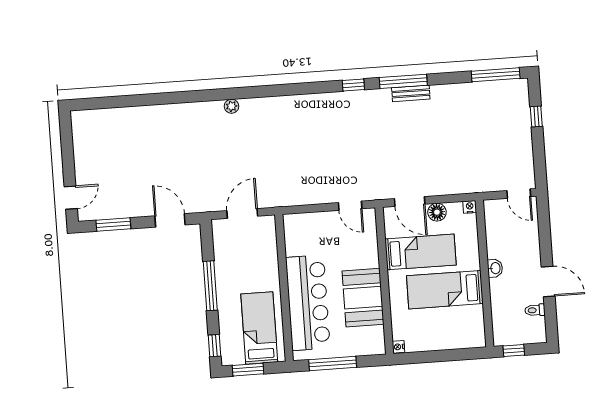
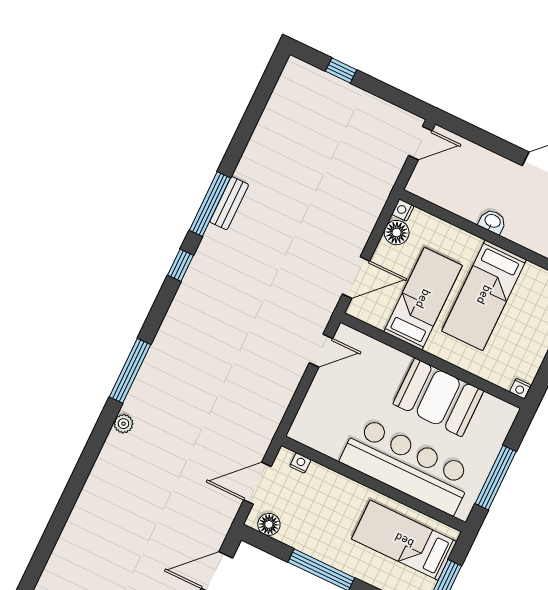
window: (496, 75) -> (130, 371), moved
floor lamp: (437, 212) -> (397, 233), moved
door: (242, 213) -> (257, 483), hinge flipped
nightstand: (271, 233) -> (300, 463), added
floor lamp: (220, 236) -> (269, 524), added

